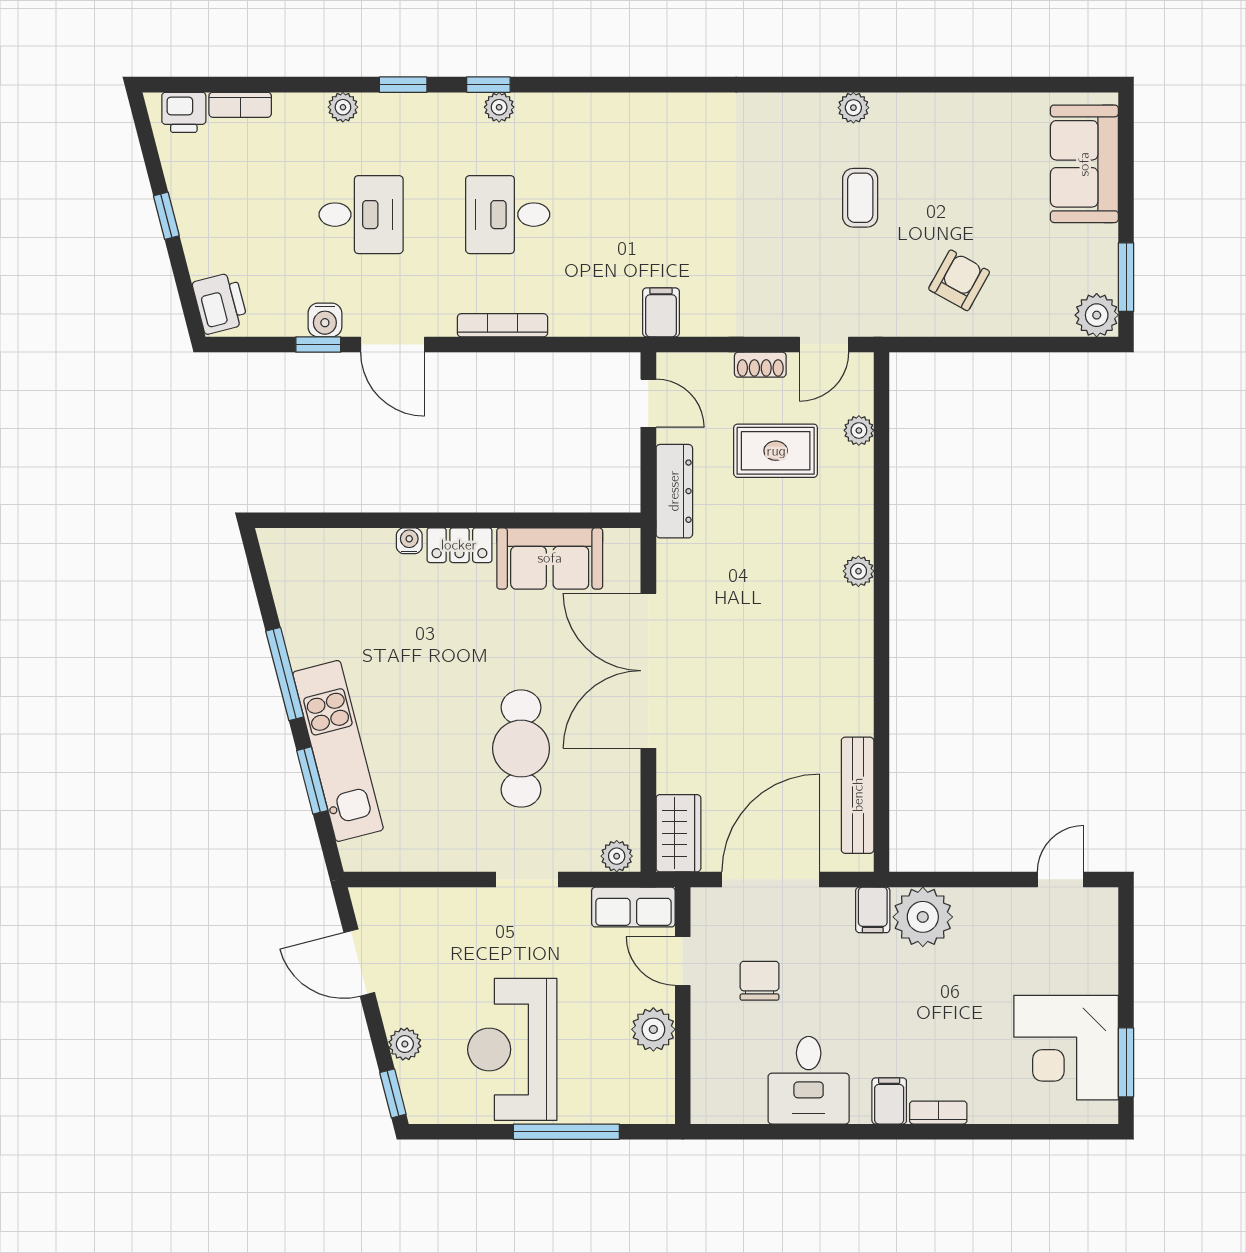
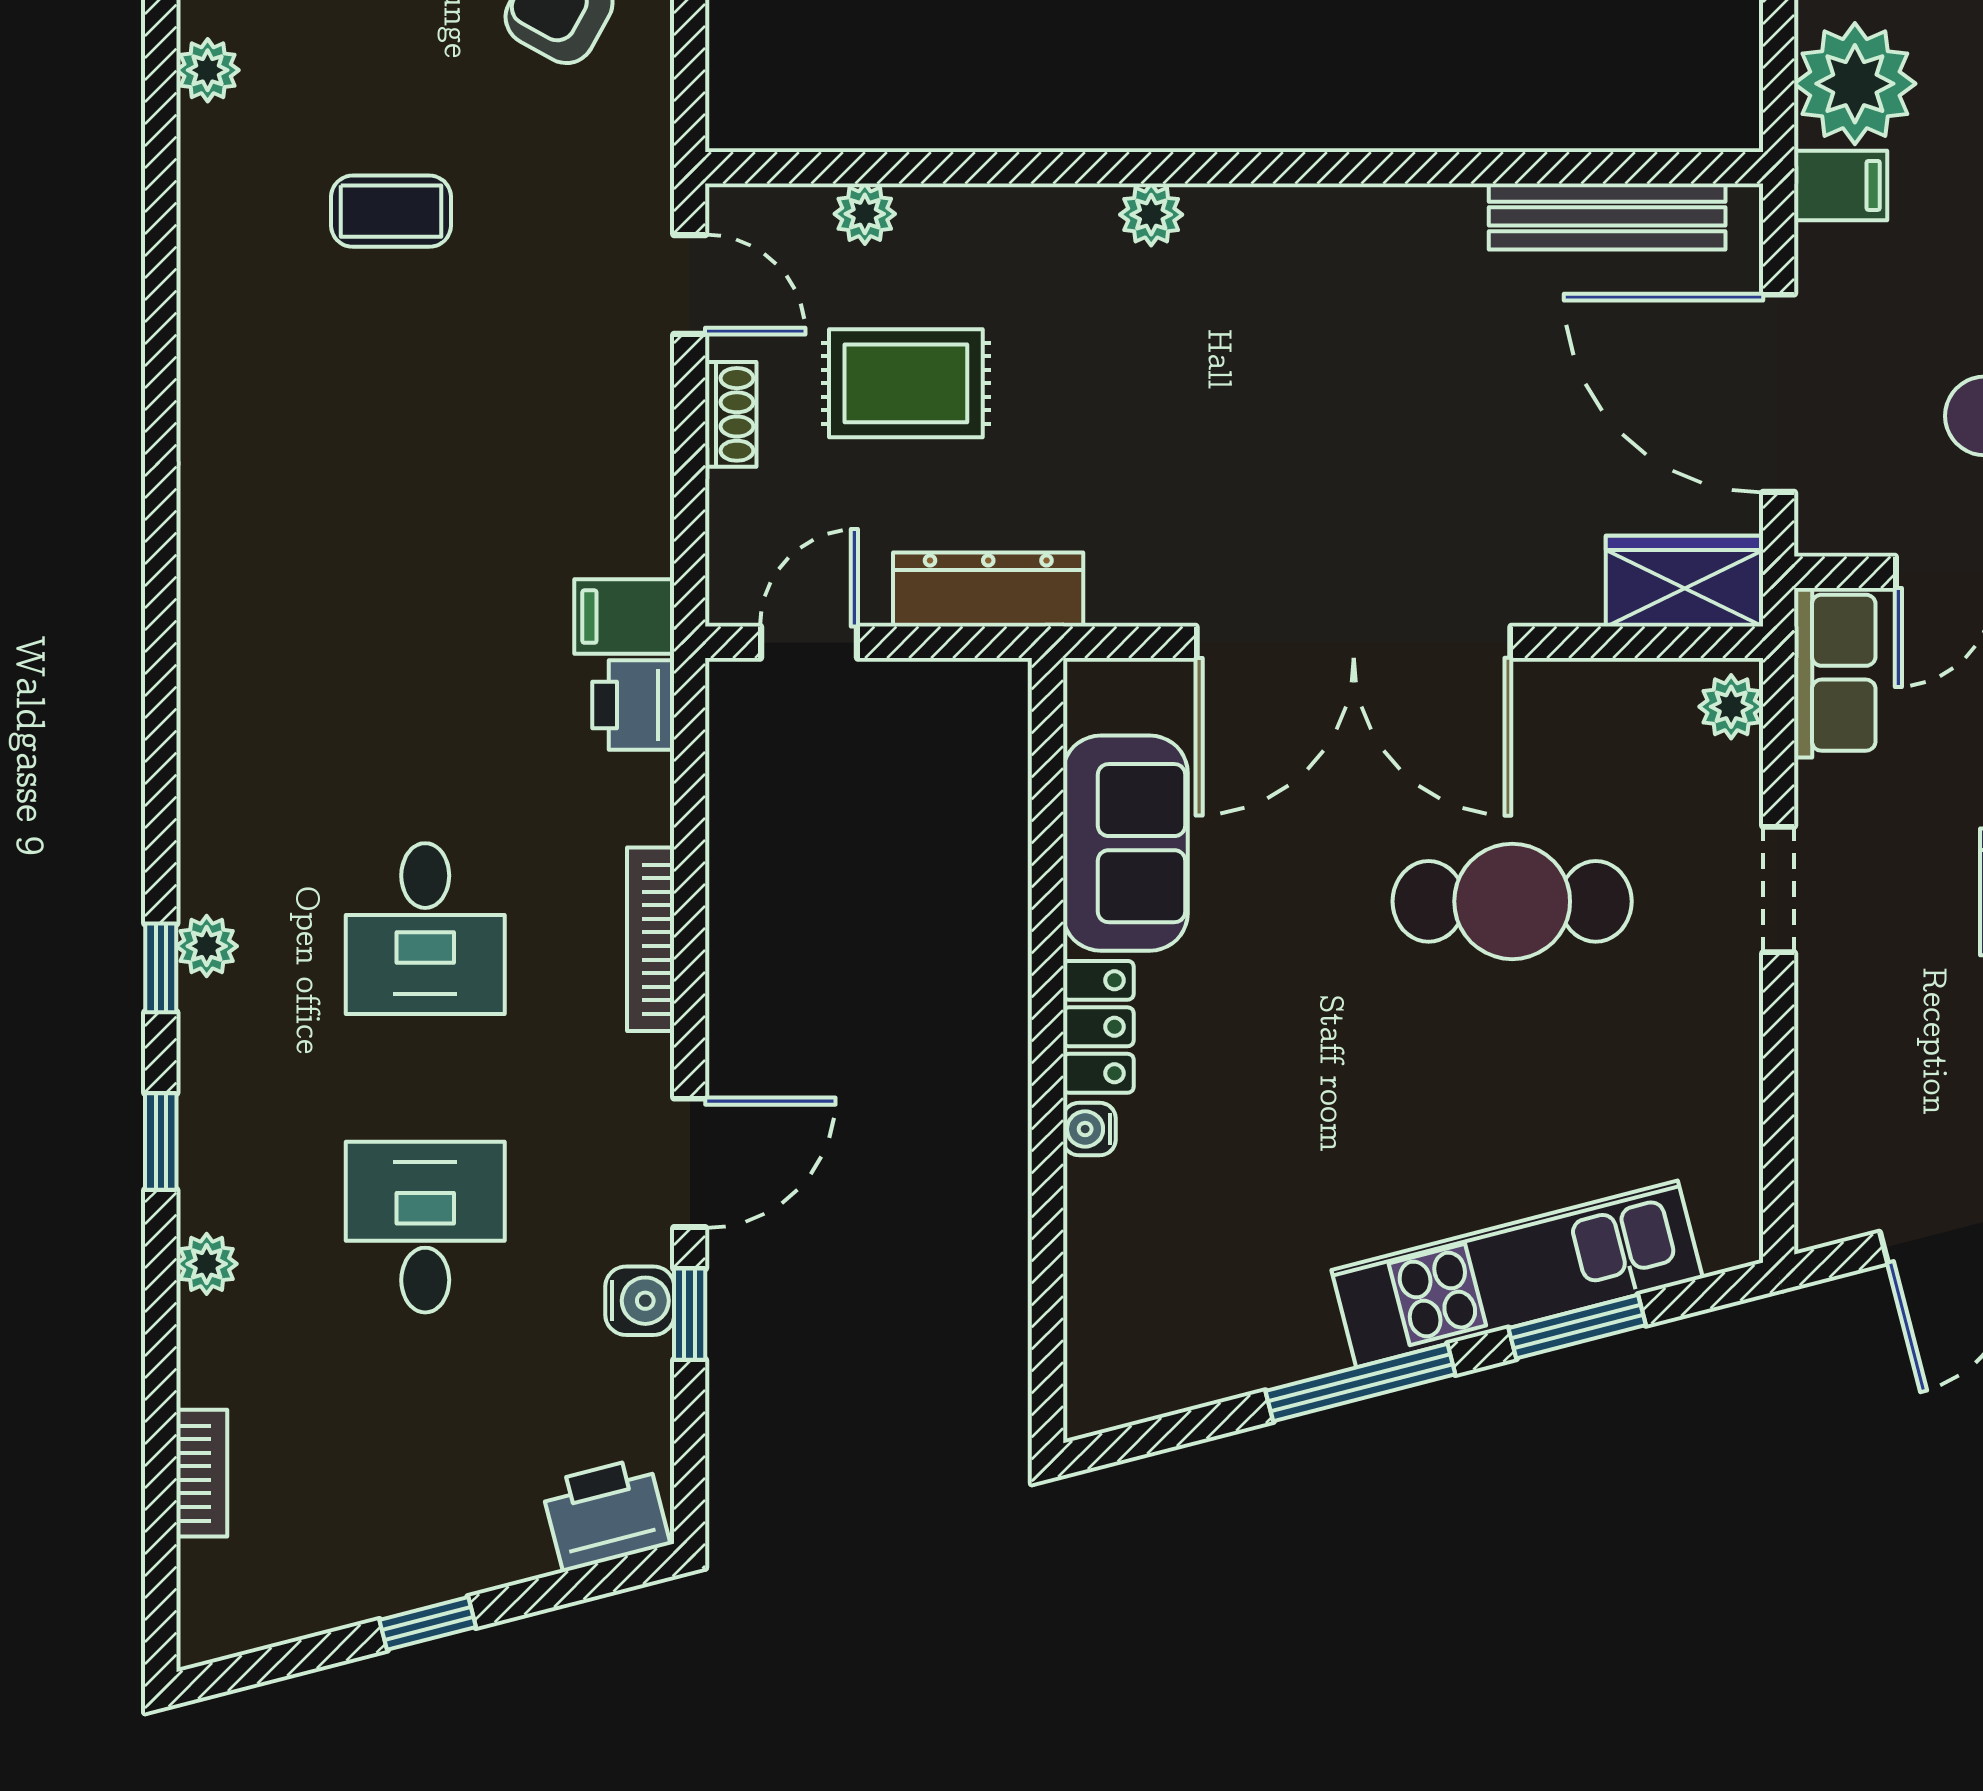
plant: (853, 108) -> (208, 70), moved
printer: (184, 112) -> (633, 705), moved, turned 180
rug: (776, 451) -> (906, 383), turned 90

